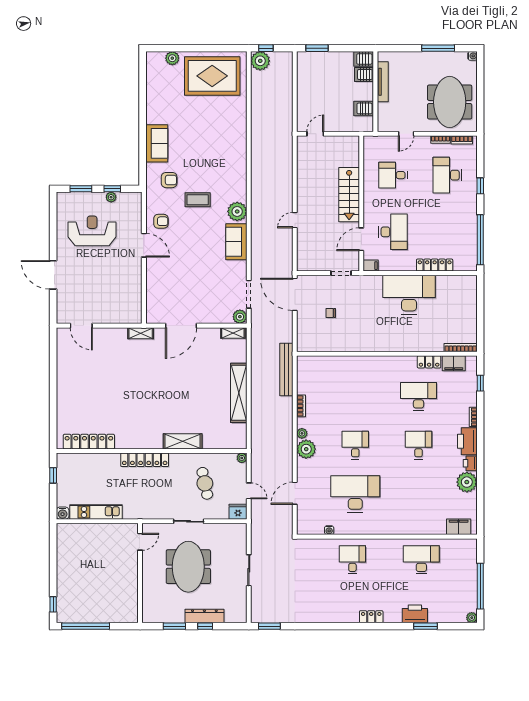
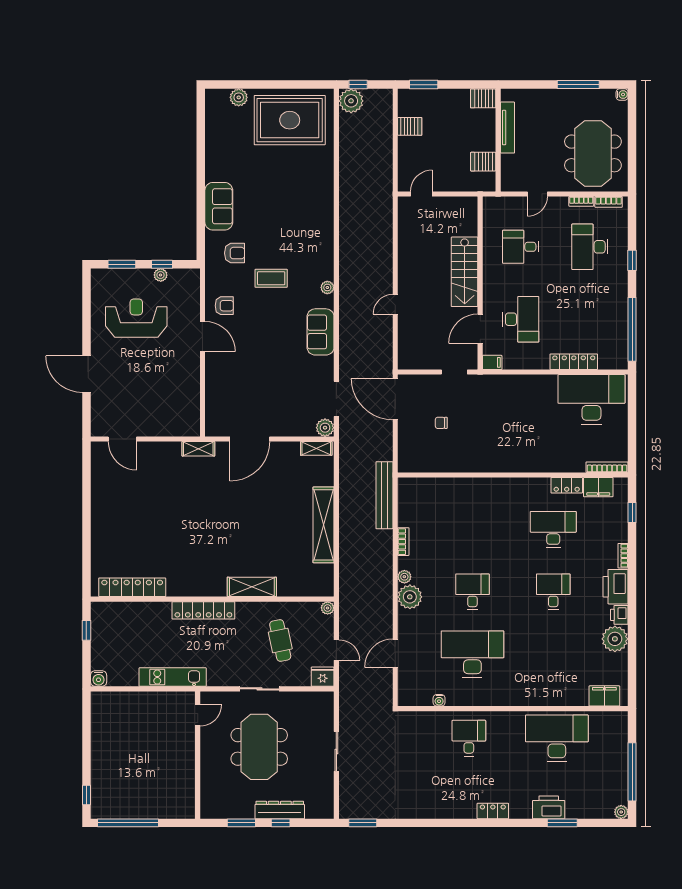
server rack: (364, 74) -> (410, 126), moved, turned 180
plant: (237, 211) -> (327, 287), width x0.53, depth x0.53
desk: (409, 295) -> (591, 399), moved
kitchen unit: (96, 512) -> (173, 677), moved
desk: (421, 560) -> (557, 738), width x1.36, depth x1.30

